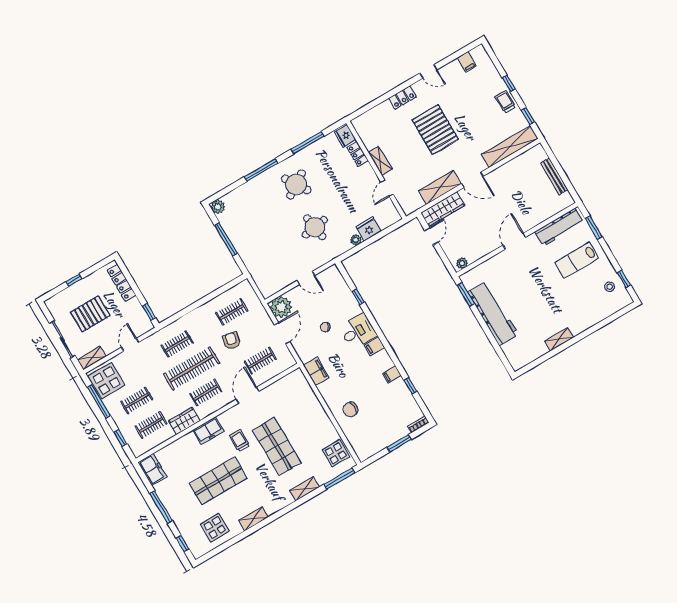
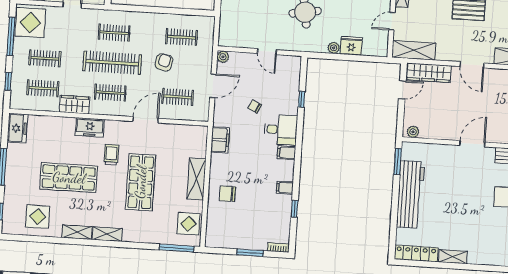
shelving: (440, 187) -> (414, 50), moved
plant: (281, 307) -> (223, 57), width x0.53, depth x0.53
locker: (529, 356) -> (416, 253), added
shelving: (318, 414) -> (196, 179), added
shelving: (305, 489) -> (107, 234), moved

